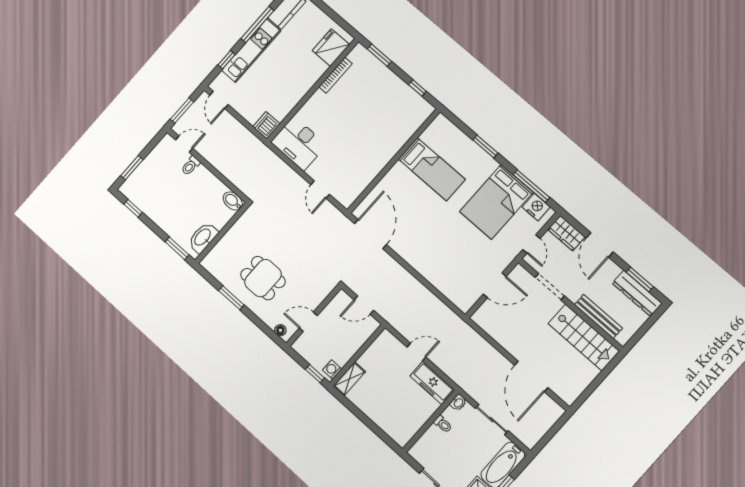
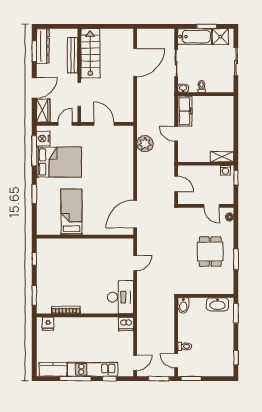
fridge: (331, 48) -> (48, 324), width x0.53, depth x0.75
window: (132, 168) -> (191, 379), moved
plant: (435, 310) -> (145, 144), added

